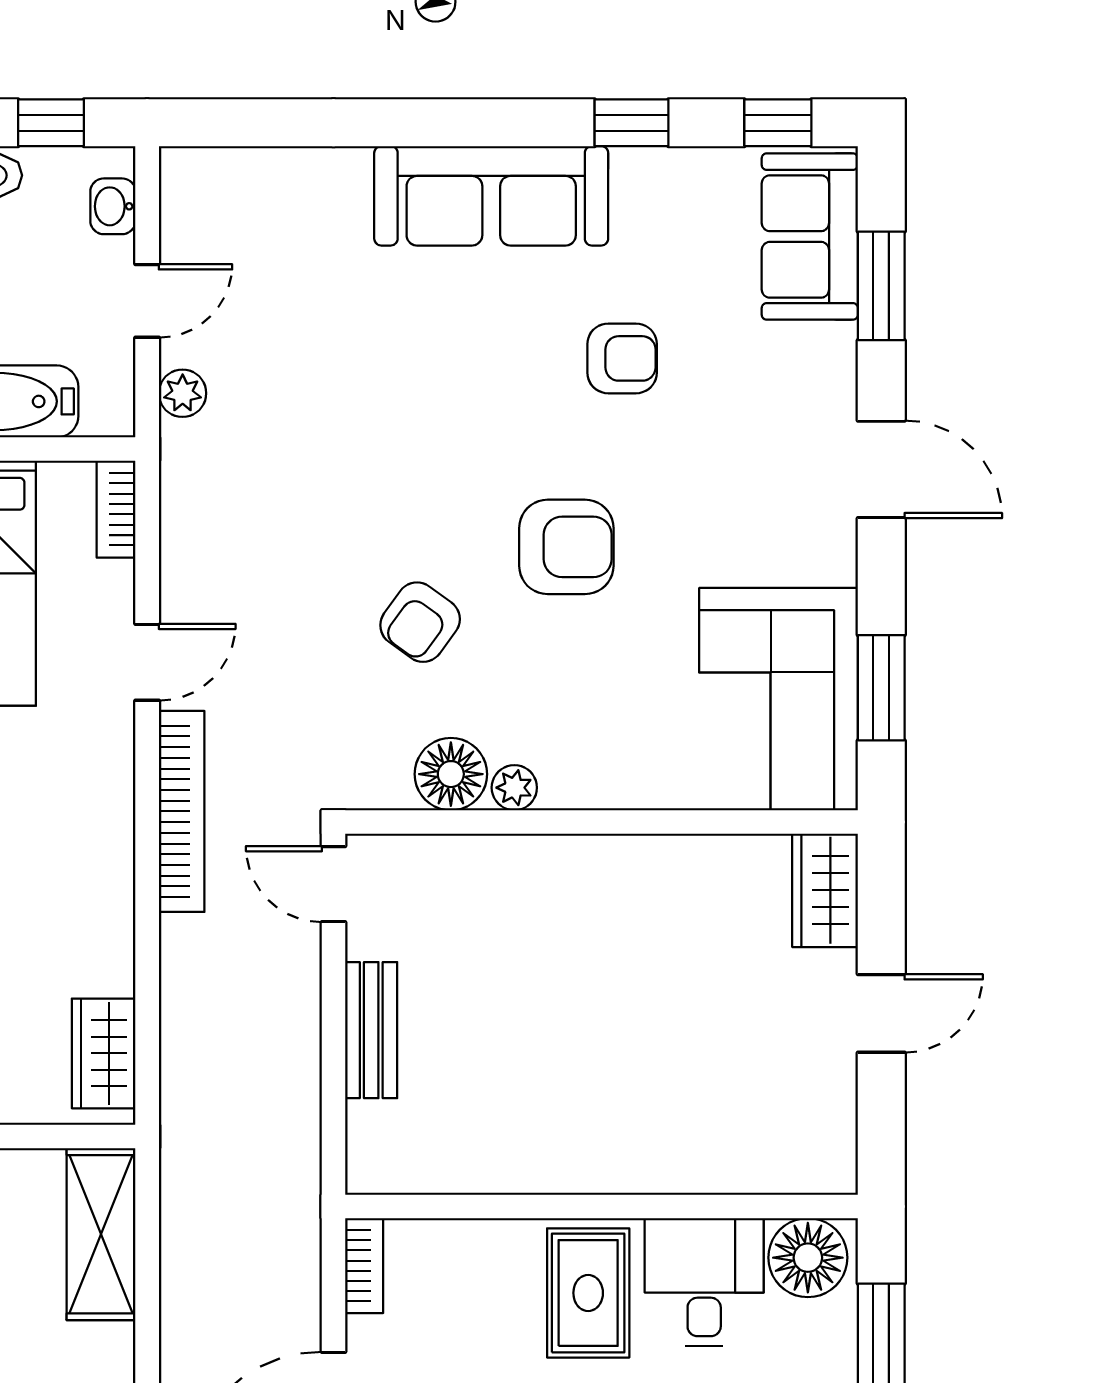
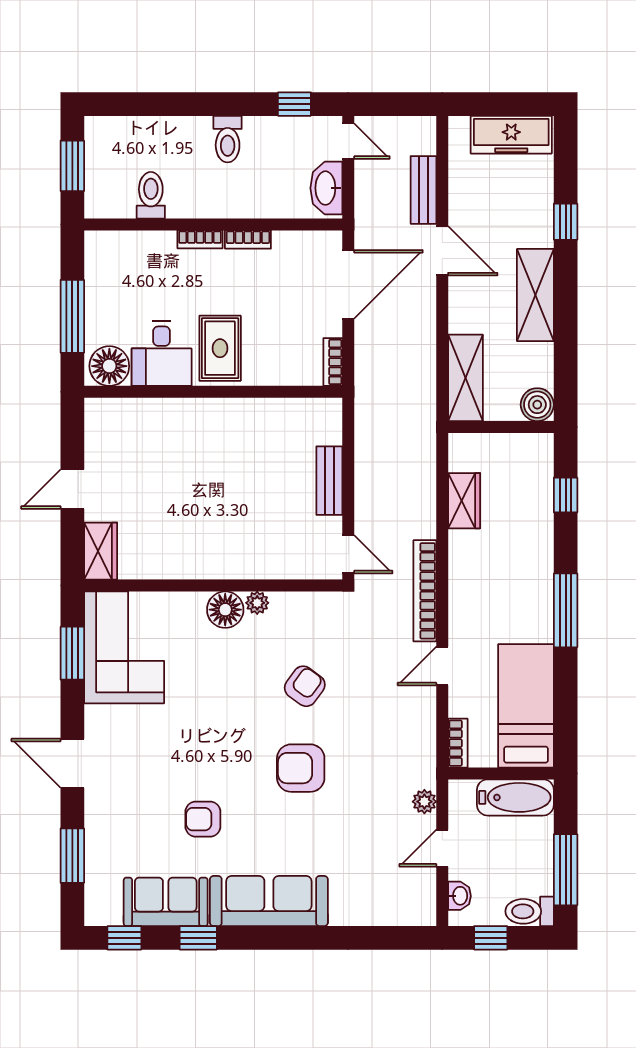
sofa: (810, 237) -> (166, 902), moved, turned -90
armchair: (566, 547) -> (301, 768), moved
floor lamp: (451, 774) -> (225, 610), moved
wardrobe: (104, 1053) -> (464, 501), moved

